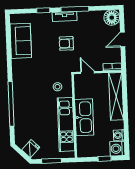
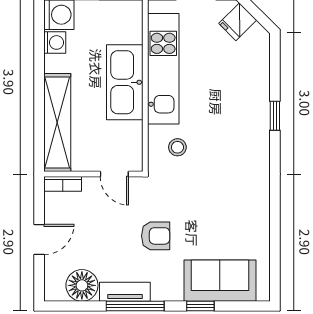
tv unit: (65, 16) -> (125, 292), moved
floor lamp: (112, 18) -> (82, 285), moved
sofa: (21, 41) -> (220, 281), moved, turned 90
window: (11, 104) -> (275, 116), width x0.32

